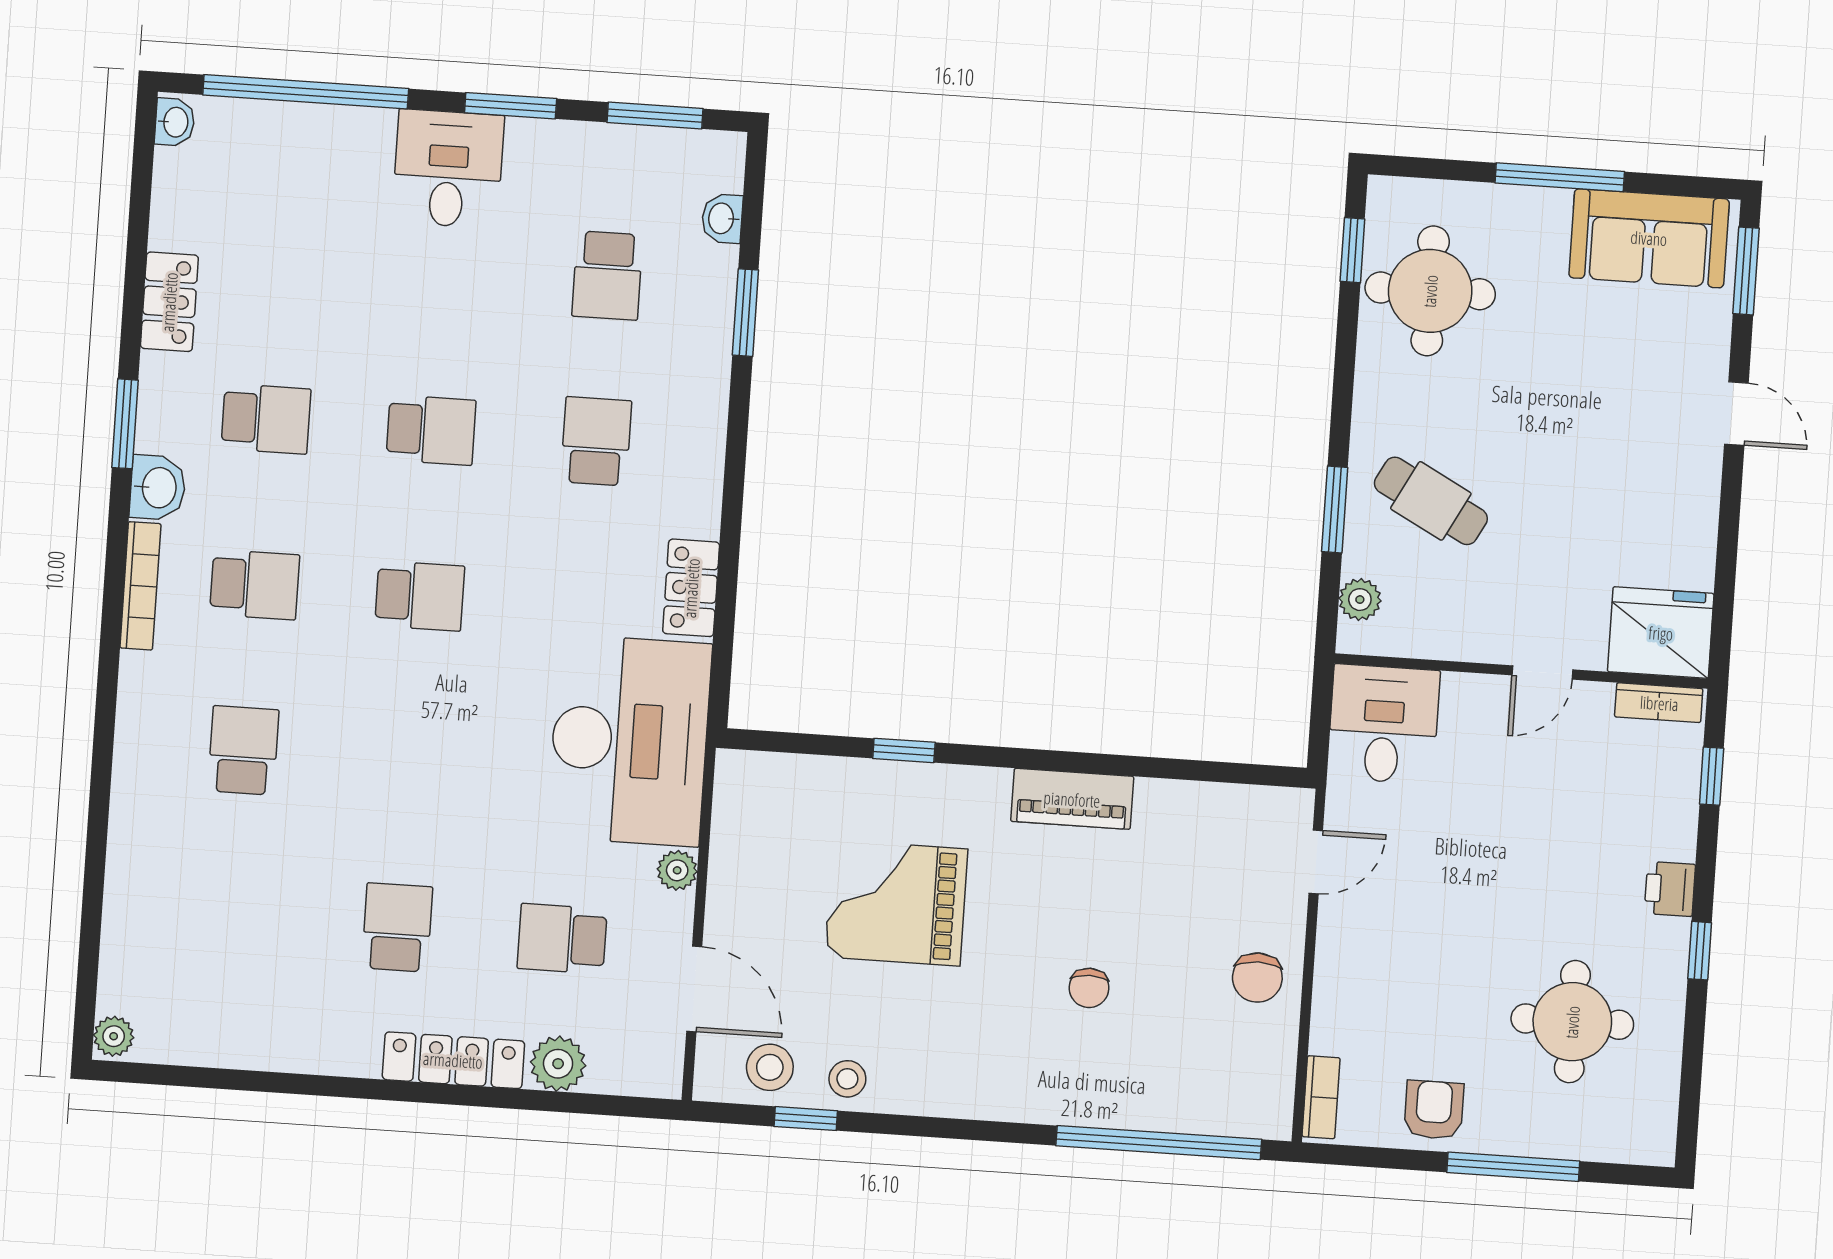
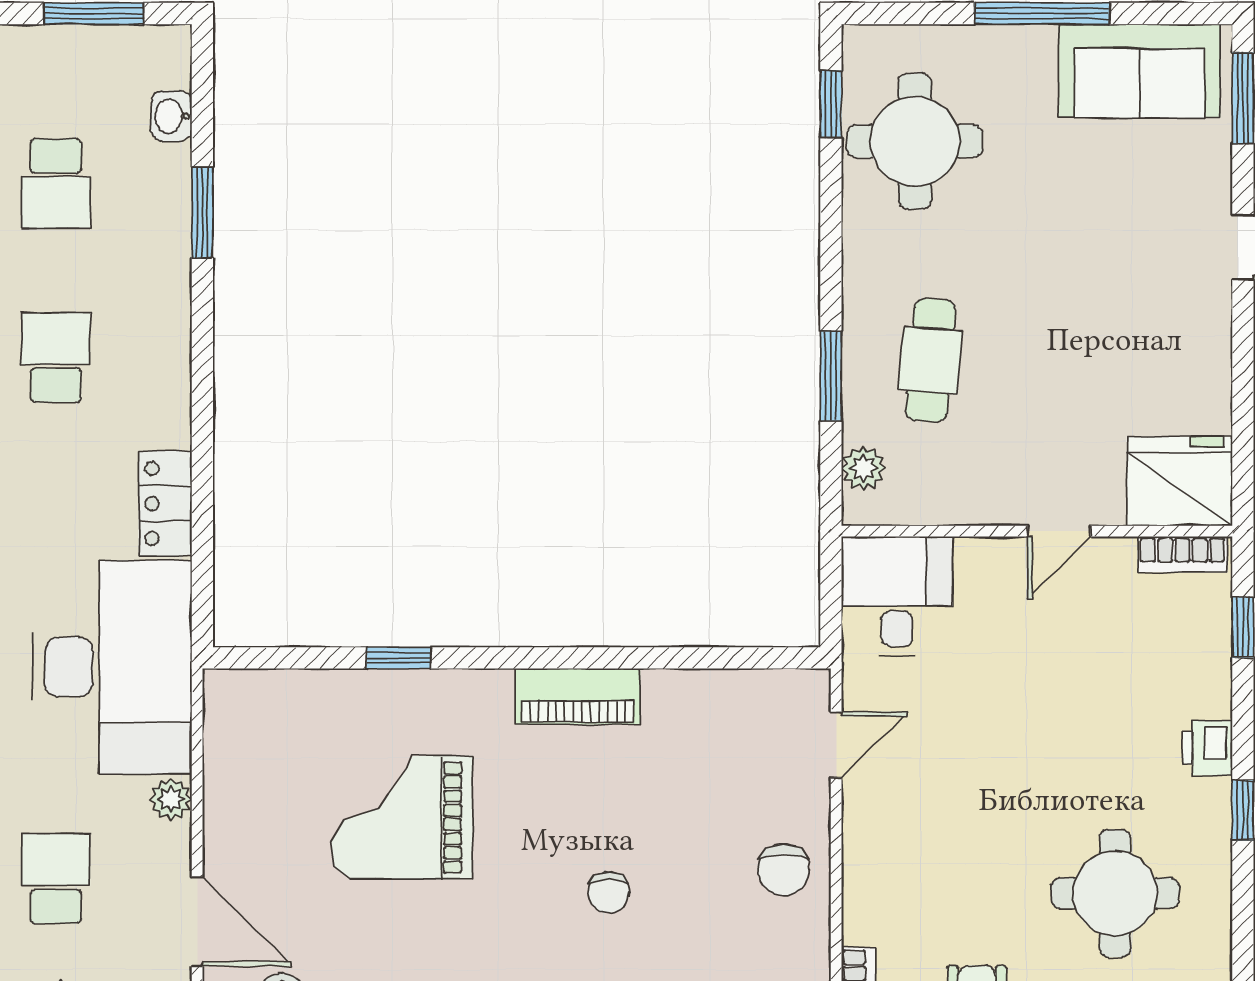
cafe table: (1431, 501) -> (931, 360), turned 67
school desk: (562, 939) -> (56, 879), turned 90

